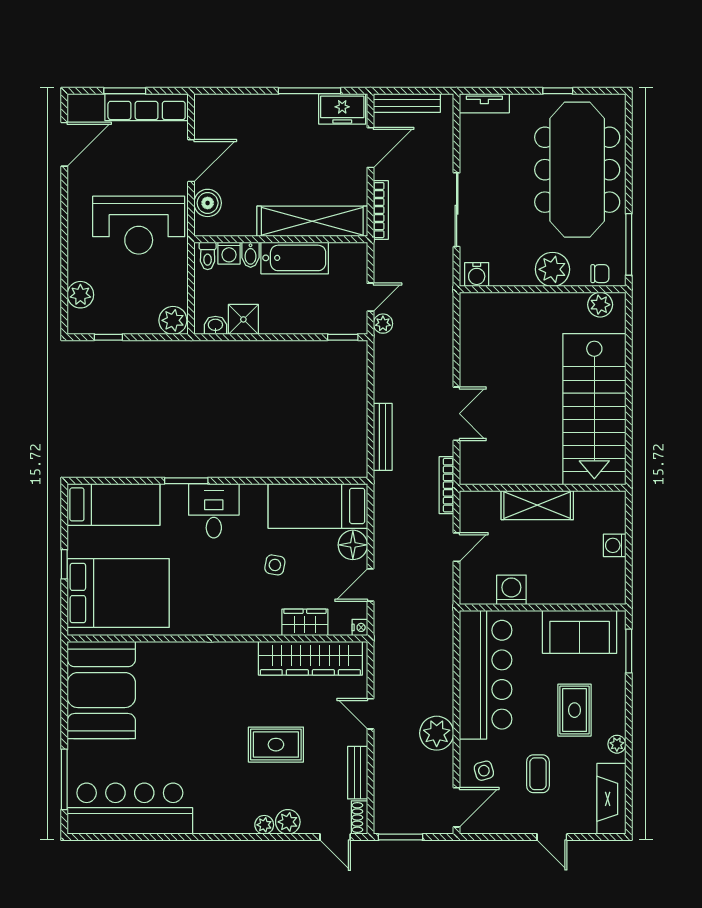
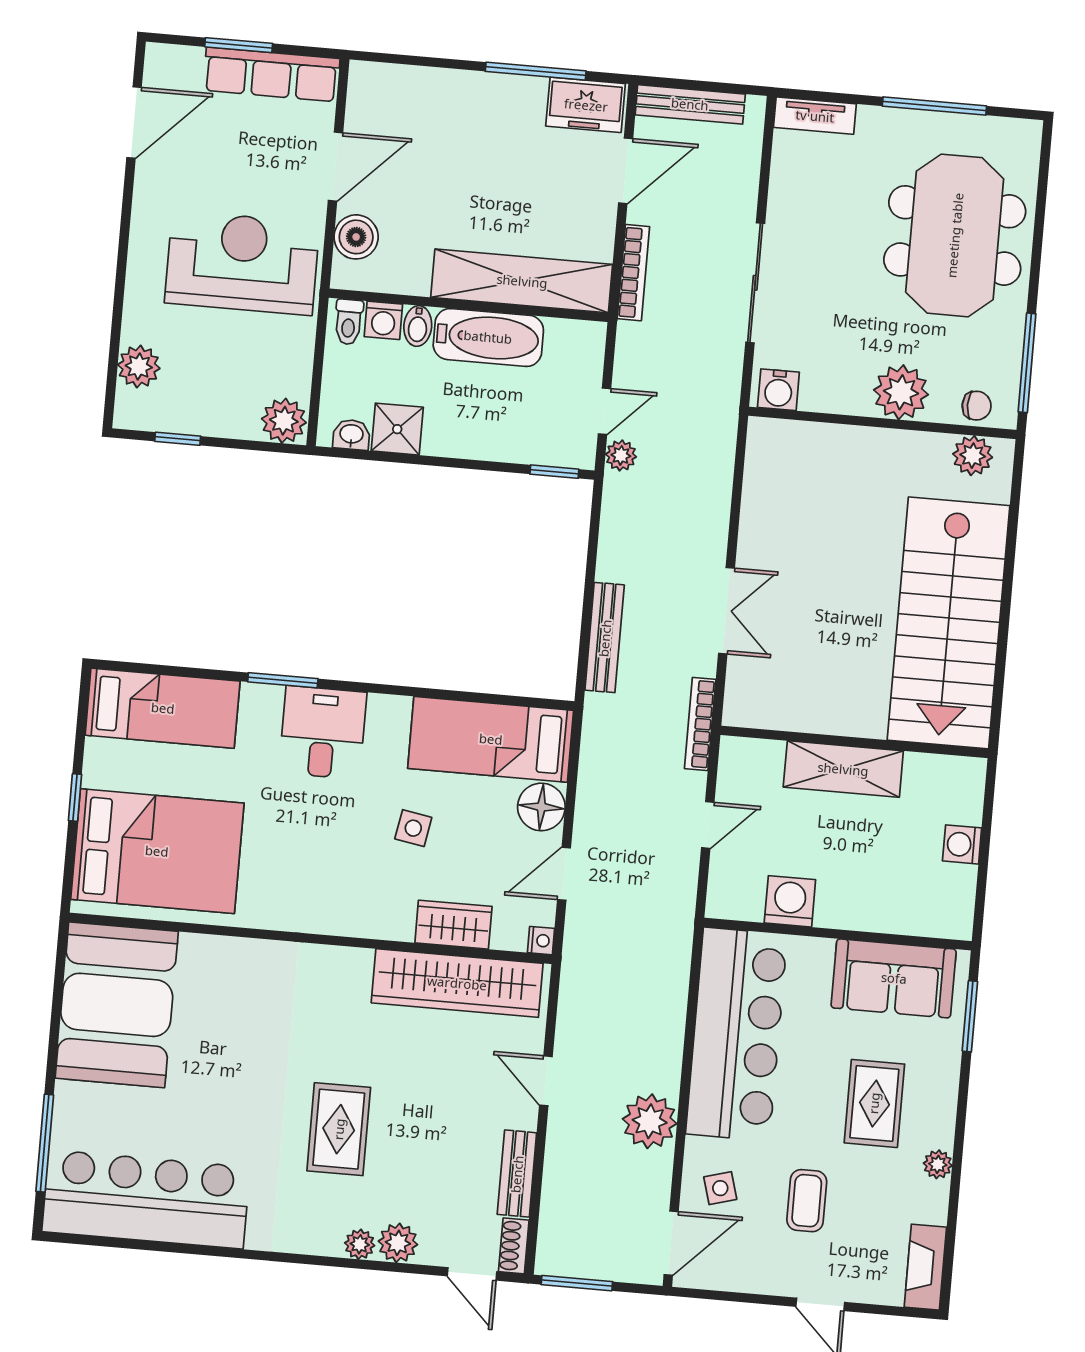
window: (558, 91) -> (934, 106), width x2.17
meeting table: (577, 170) -> (955, 235), width x0.73
reception desk: (139, 225) -> (242, 263), turned 180
rug: (276, 745) -> (339, 1129), moved, turned 90
fireplace: (611, 799) -> (925, 1267), width x0.73, depth x0.76

